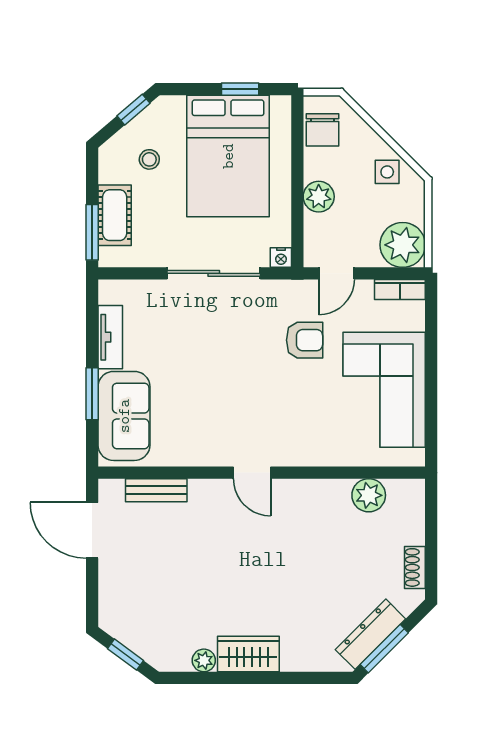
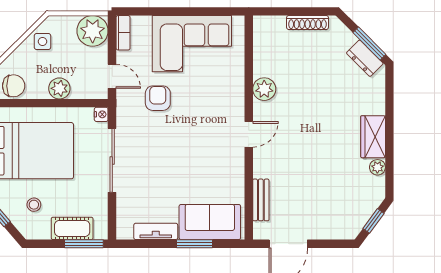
plant: (369, 495) -> (264, 89), moved
shoe rack: (415, 567) -> (307, 22), width x1.43
dresser: (370, 634) -> (365, 58), width x0.70

